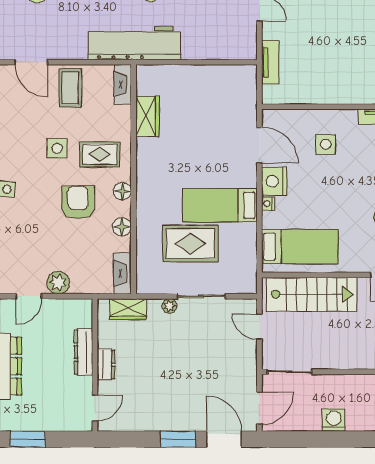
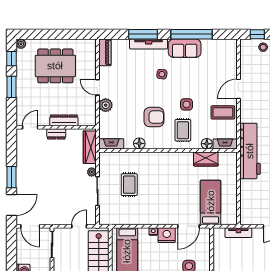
floor lamp: (122, 191) -> (207, 144), moved
bed: (220, 205) -> (211, 202), moved
rug: (190, 244) -> (129, 185), width x0.73, depth x0.70
wardrobe: (128, 309) -> (90, 147), width x1.50
door: (95, 408) -> (30, 127), swing flipped

